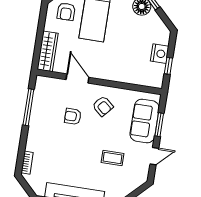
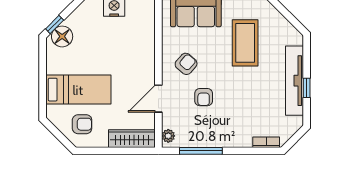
plant: (45, 82) -> (168, 136), added
coffee table: (113, 158) -> (245, 43), width x1.86, depth x1.72

